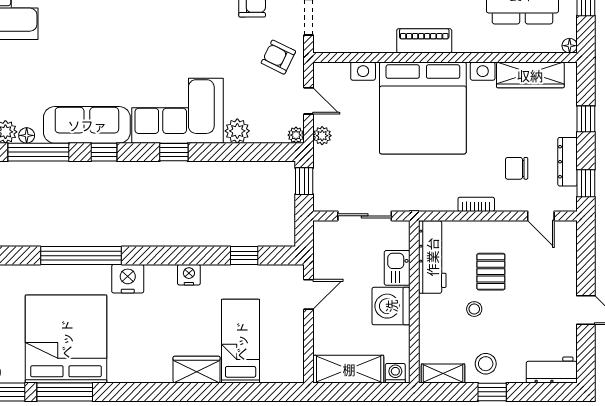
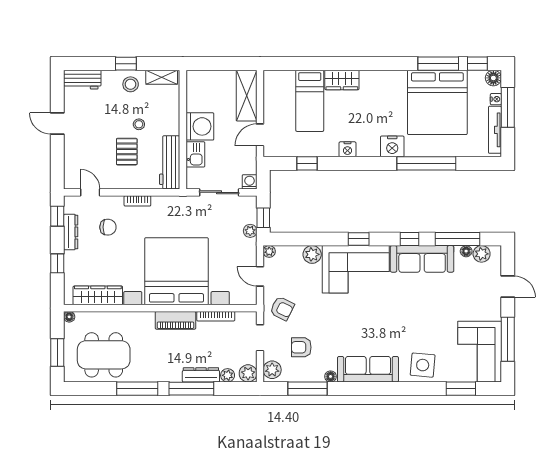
bookcase: (369, 46) -> (216, 316), added
plant: (322, 136) -> (250, 231), moved
shelving: (349, 369) -> (247, 96), moved, turned 90
washing machine: (395, 373) -> (250, 182), moved, turned 180

